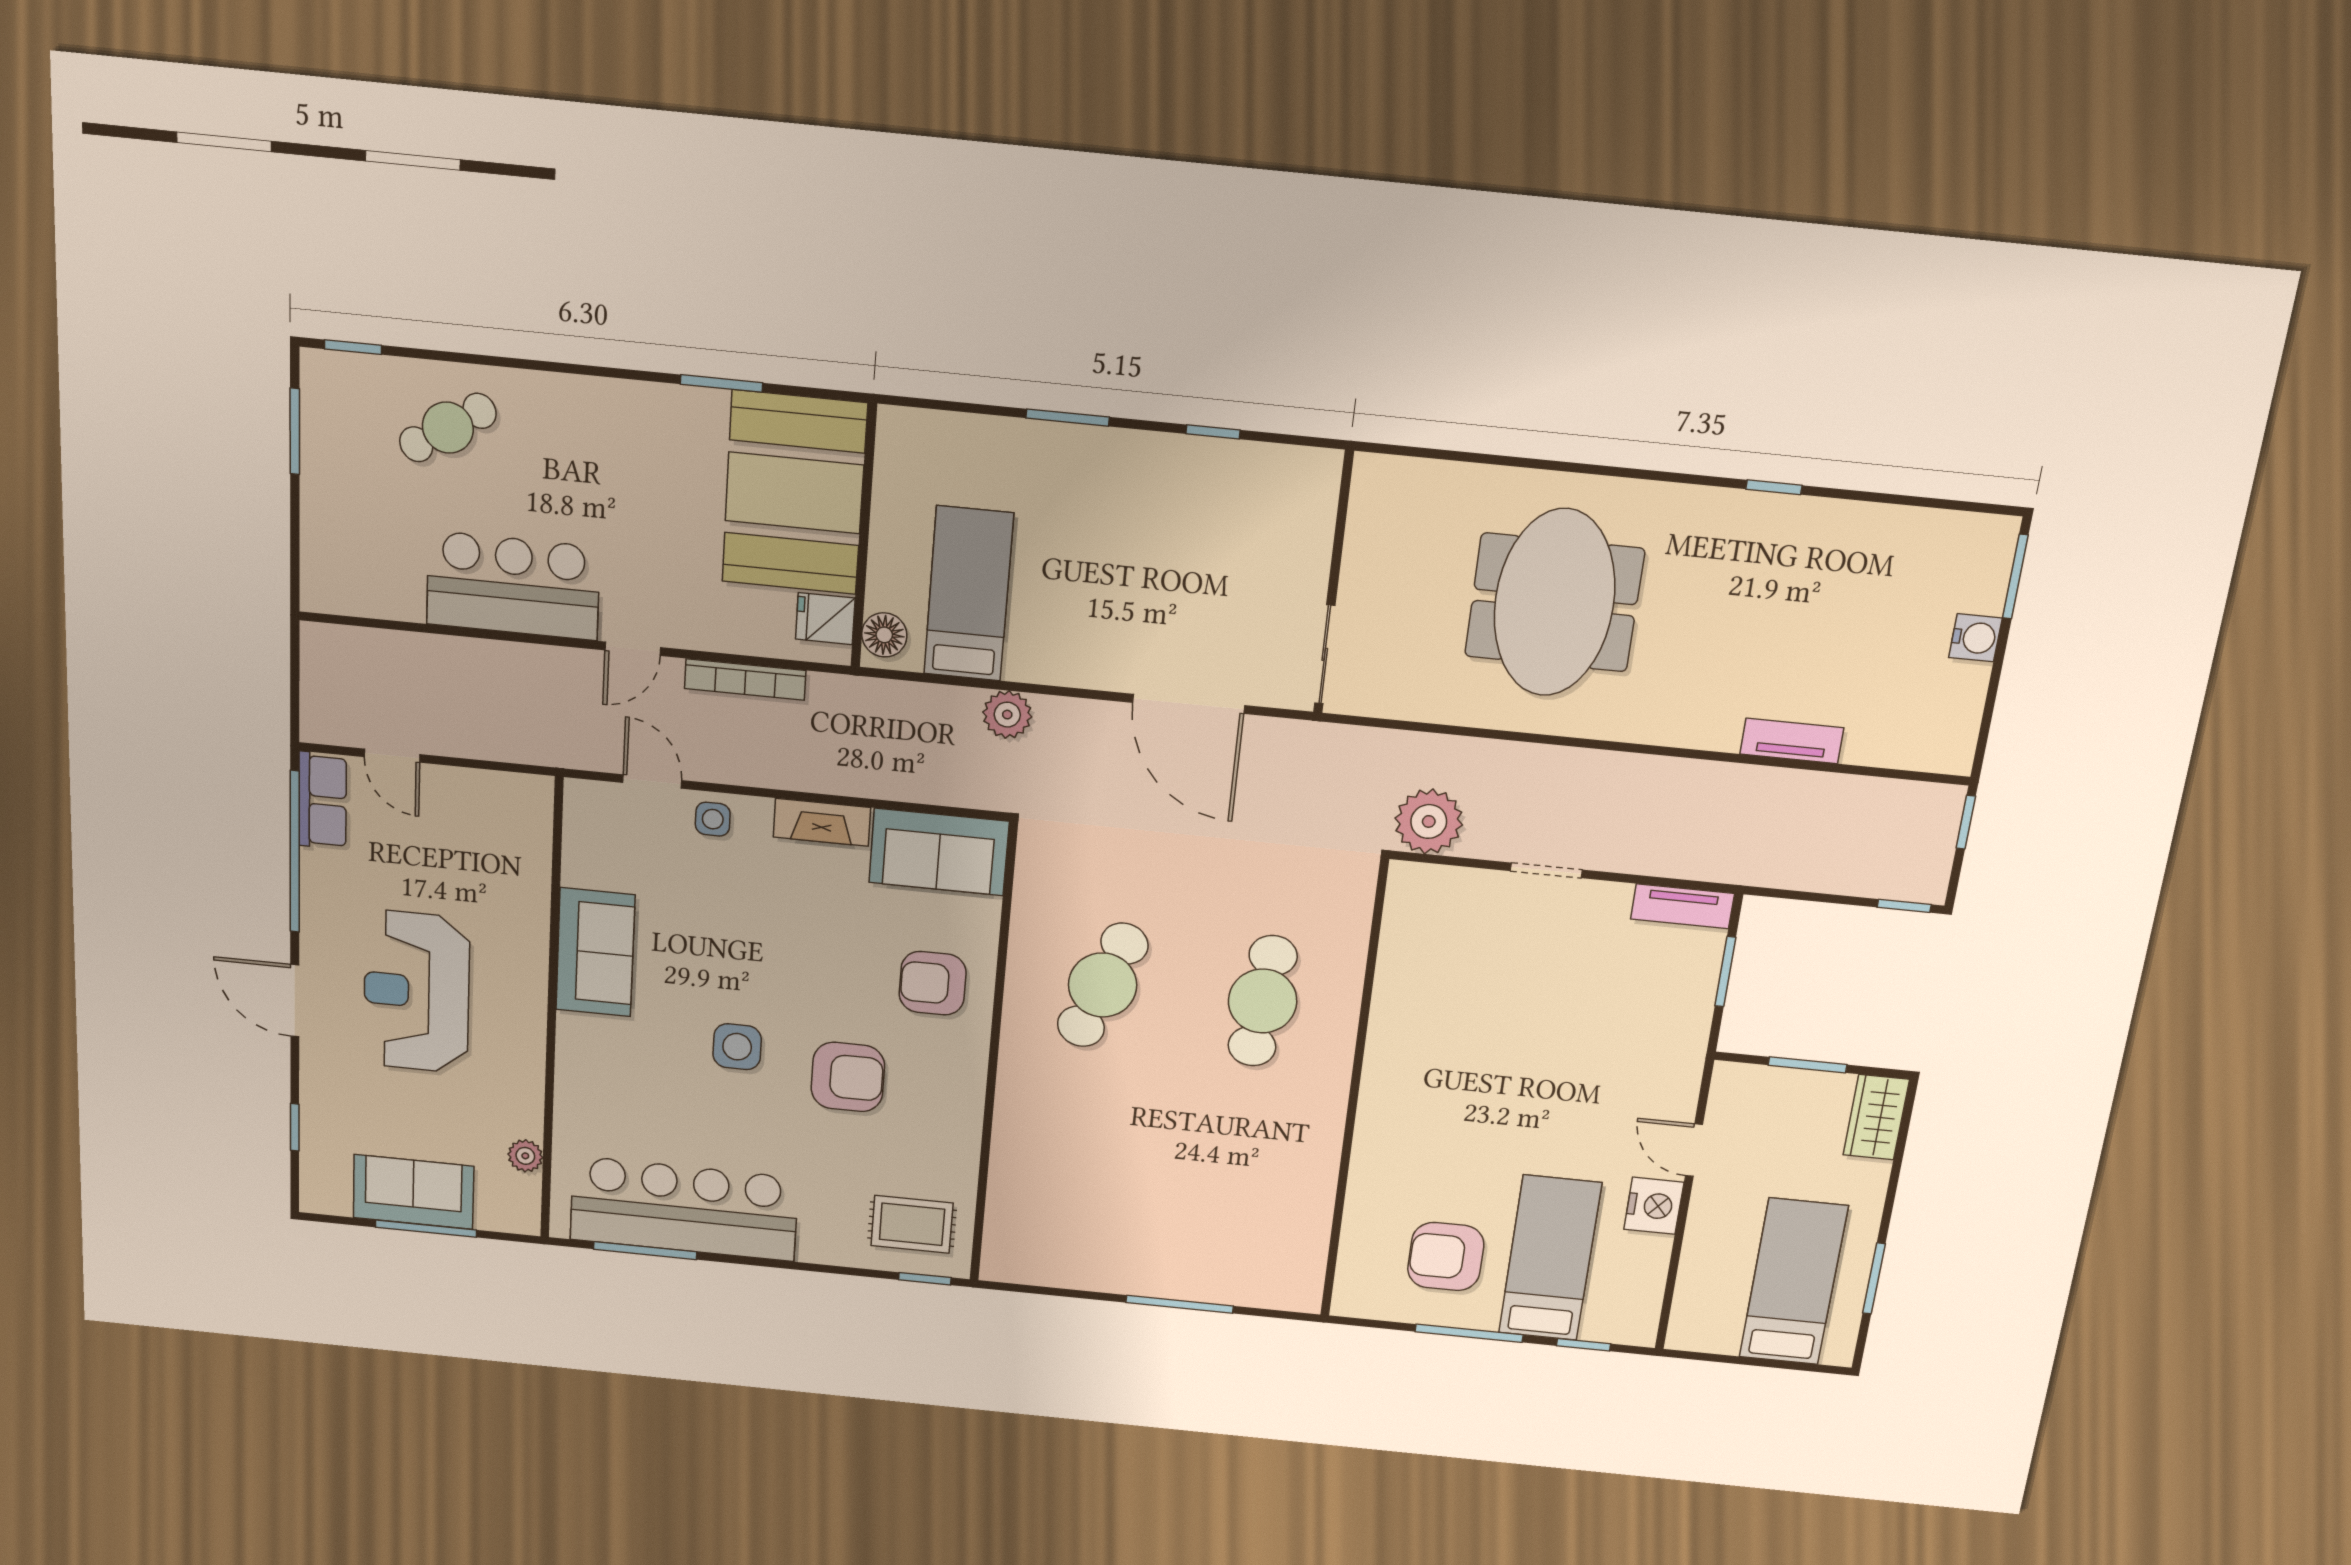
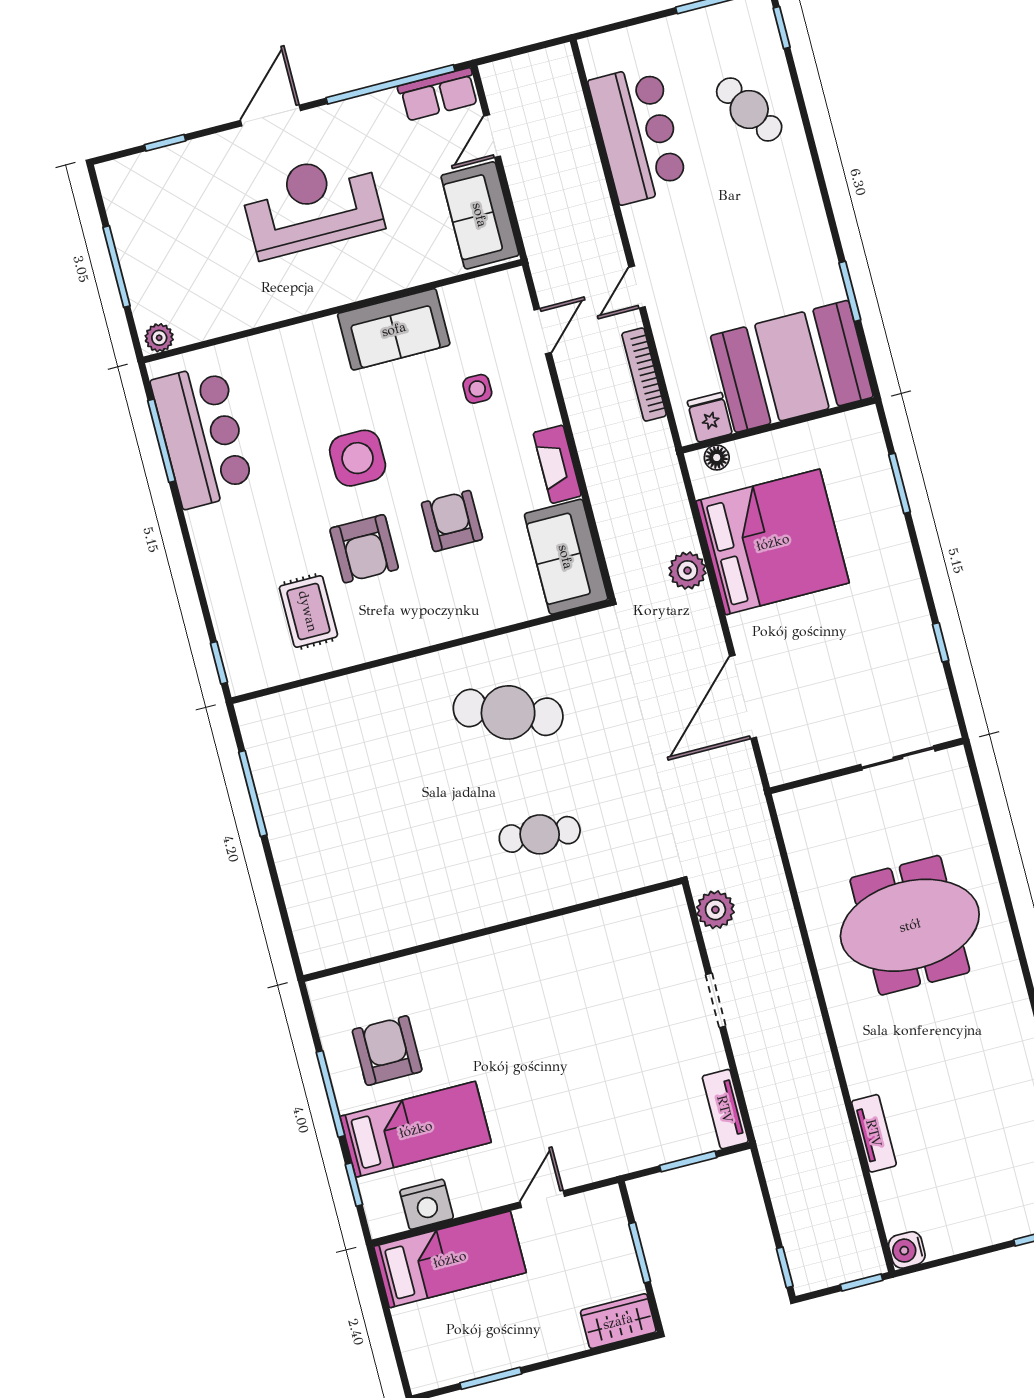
window: (1068, 418) -> (900, 483), moved
bar counter: (513, 586) -> (638, 134), moved
bed: (969, 594) -> (773, 542), width x2.04
floor lamp: (884, 635) -> (717, 458), width x0.73, depth x0.73
water cooler: (1975, 638) -> (907, 1250), moved, turned 90
door: (633, 649) -> (637, 287), hinge flipped
sliding door: (1325, 654) -> (898, 758), moved
side table: (713, 819) -> (477, 389), moved
plant: (1429, 821) -> (715, 910), width x0.73, depth x0.73
armchair: (933, 983) -> (452, 521), moved
cafe table: (1263, 1001) -> (540, 834), width x0.73, depth x0.74
side table: (737, 1047) -> (358, 458), width x1.37, depth x1.37
plant: (525, 1156) -> (159, 338), moved
sofa: (413, 1192) -> (480, 215), moved, turned 180
nightstand: (1654, 1206) -> (427, 1204), moved
bar counter: (684, 1209) -> (202, 436), width x0.73
rug: (912, 1224) -> (308, 611), moved
bed: (1794, 1282) -> (450, 1259), moved
window: (1180, 1304) -> (253, 794), moved

